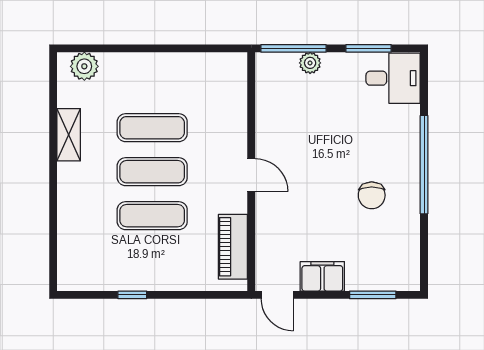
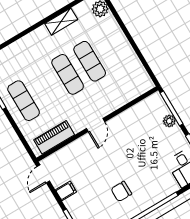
exercise mat: (152, 216) -> (24, 101), moved
filing cabinet: (322, 276) -> (66, 191), width x0.50

